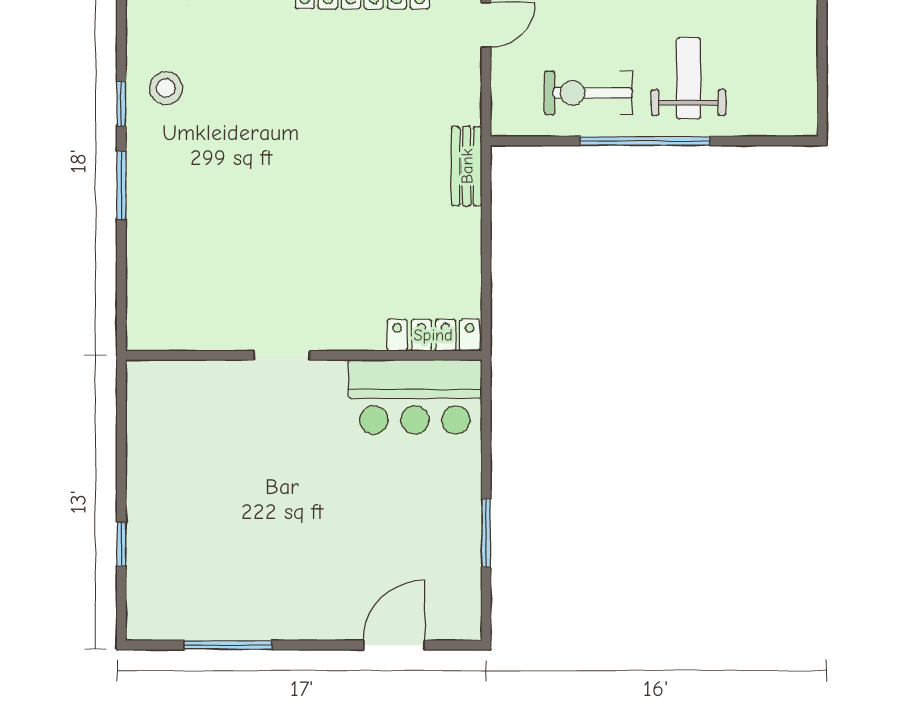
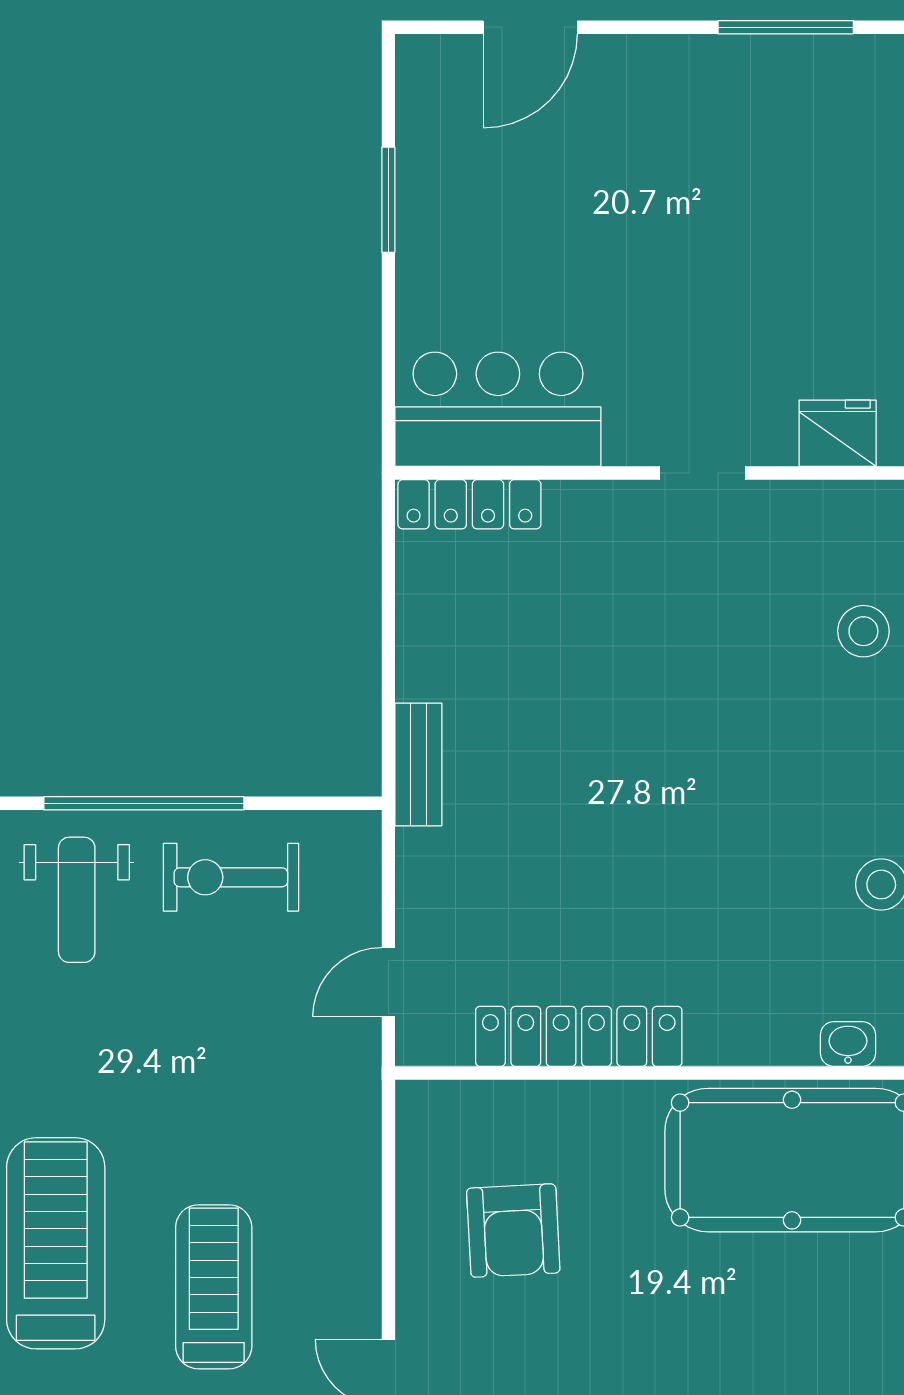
exercise bike: (588, 93) -> (231, 877), turned 180
stool: (177, 253) -> (863, 631), added
fridge: (194, 381) -> (838, 433), added

